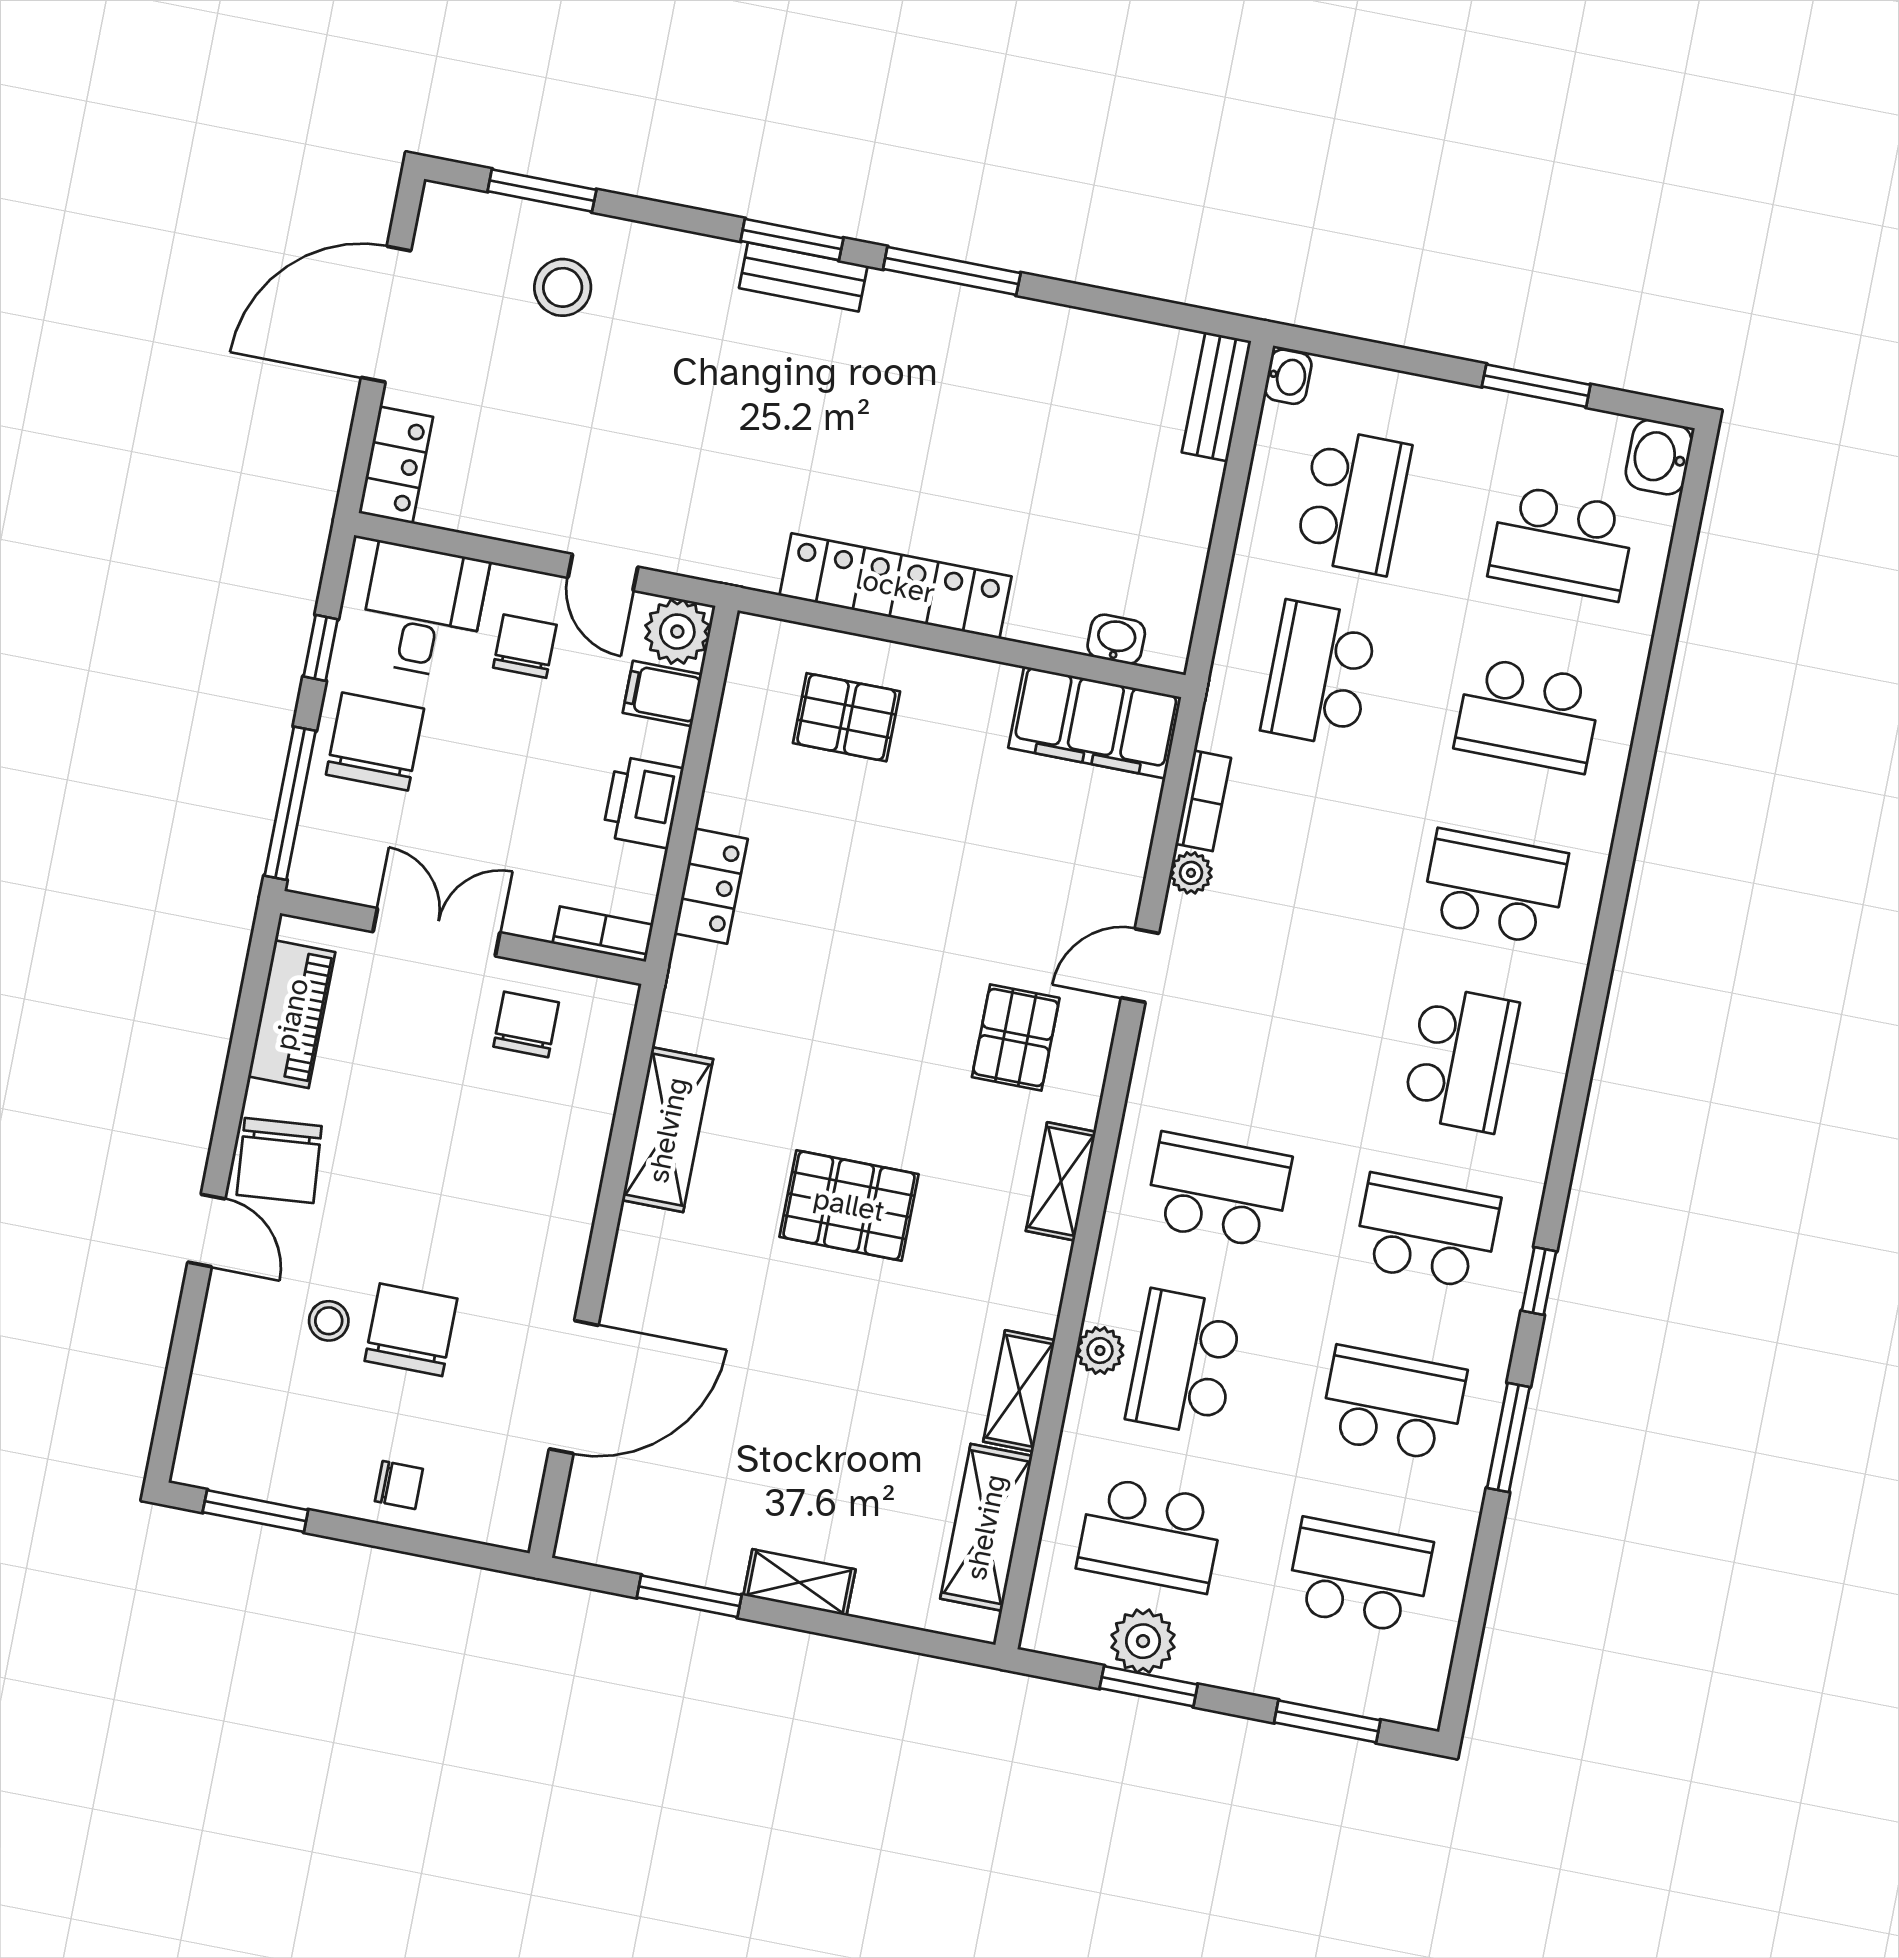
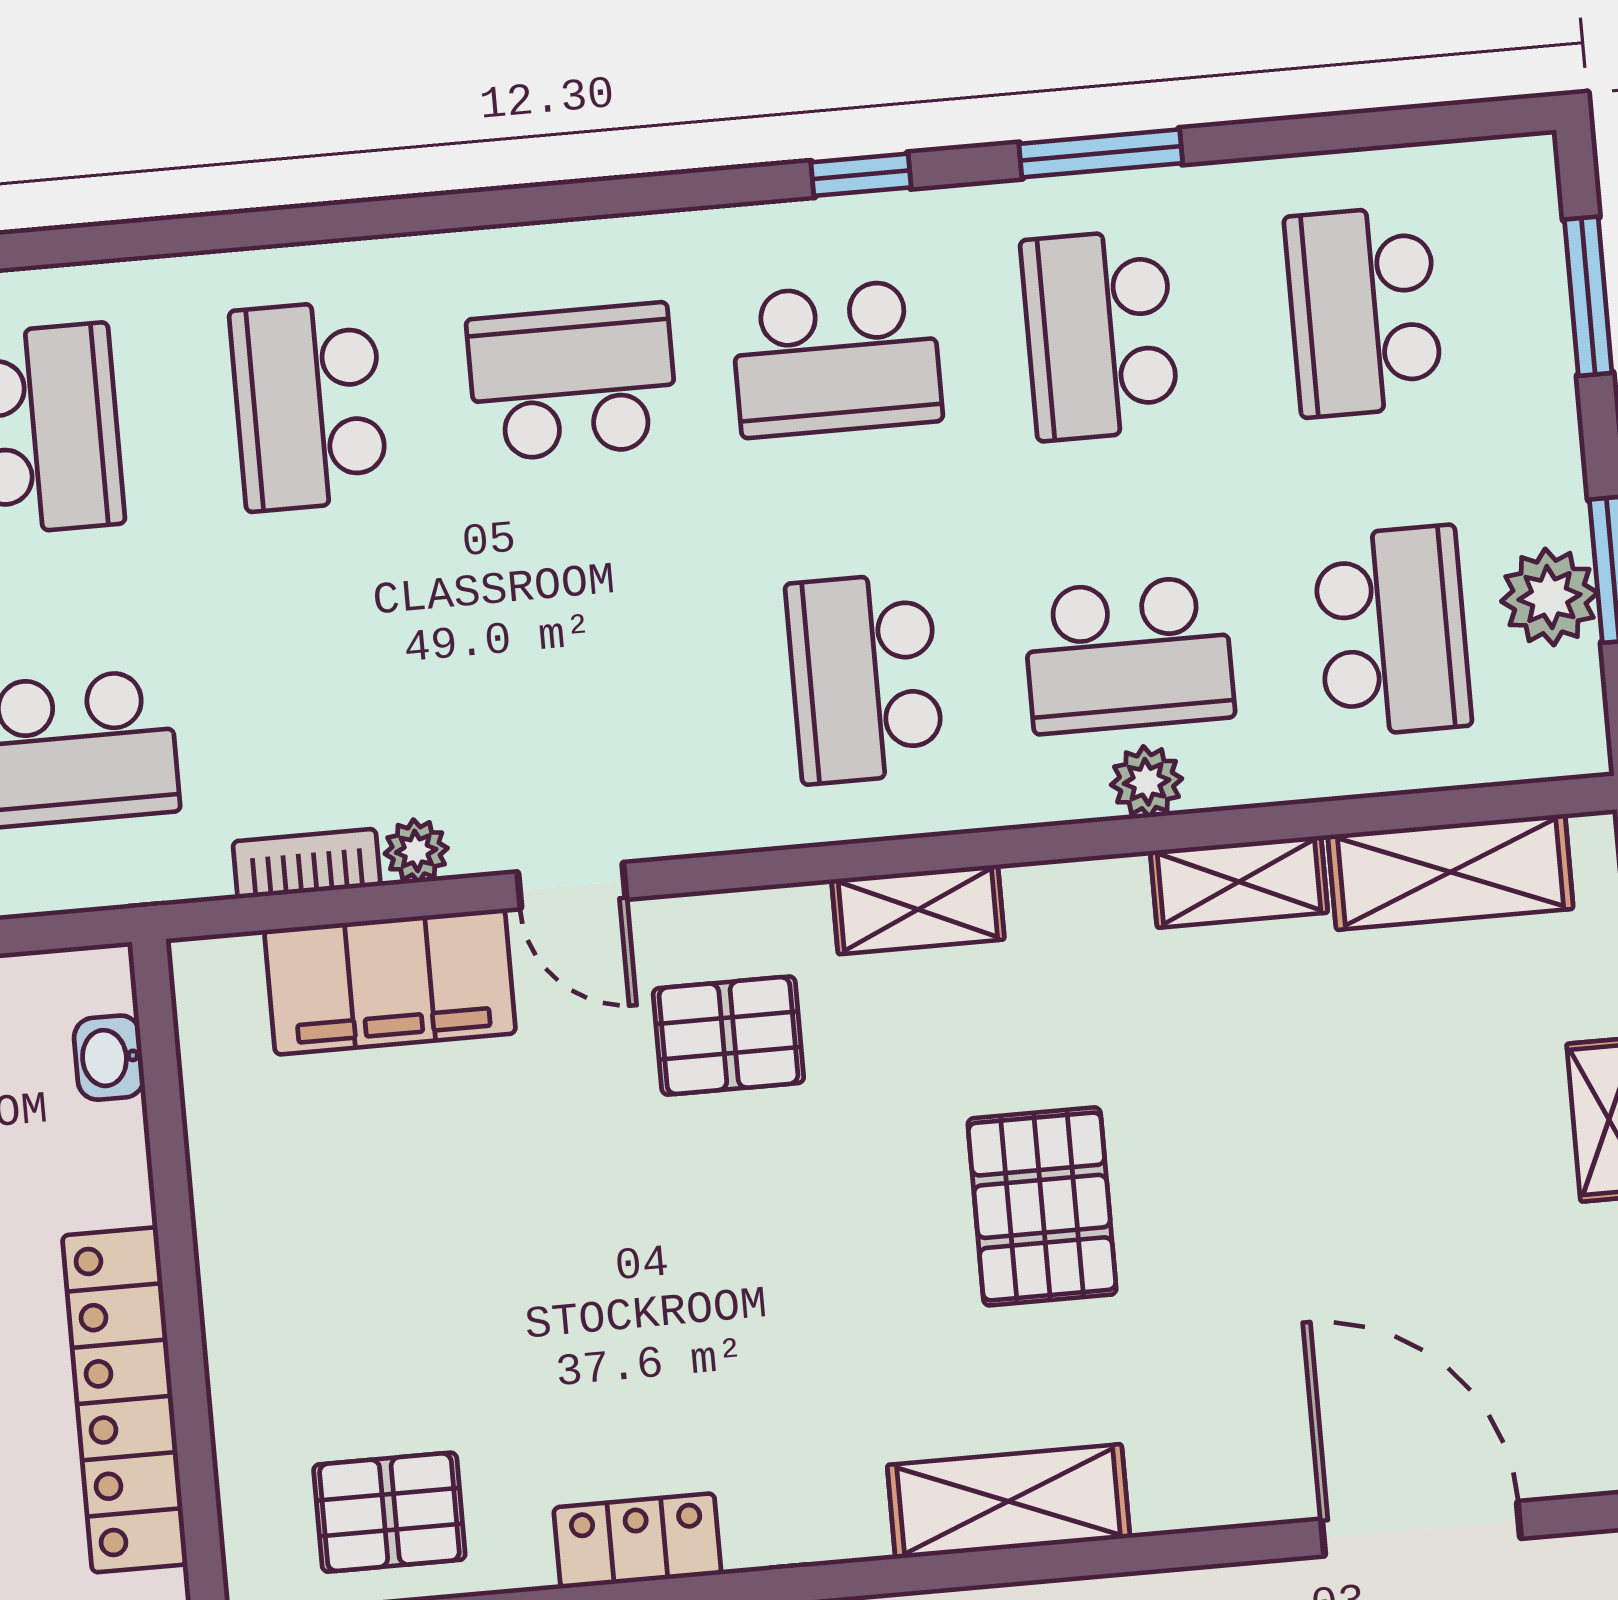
pallet: (846, 717) -> (389, 1512), moved, turned 90
filing cabinet: (1095, 722) -> (390, 982), moved, turned 90
school desk: (1427, 1231) -> (836, 358), turned -90

